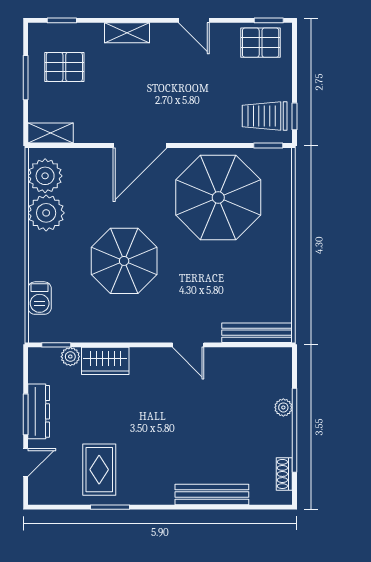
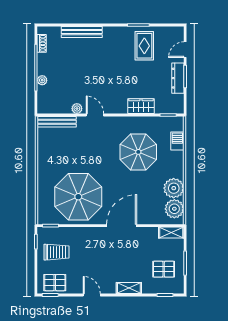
trolley: (265, 116) -> (56, 252), moved
parasol: (124, 261) -> (138, 152), moved
plant: (70, 357) -> (77, 109), moved

